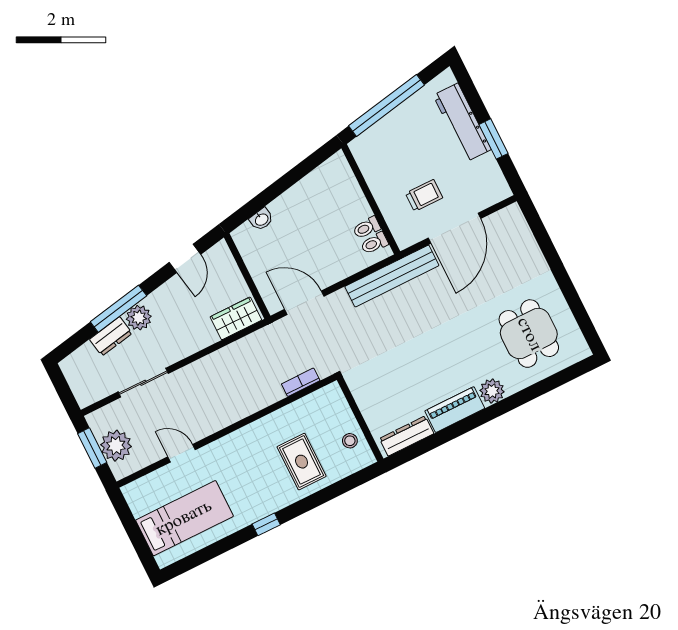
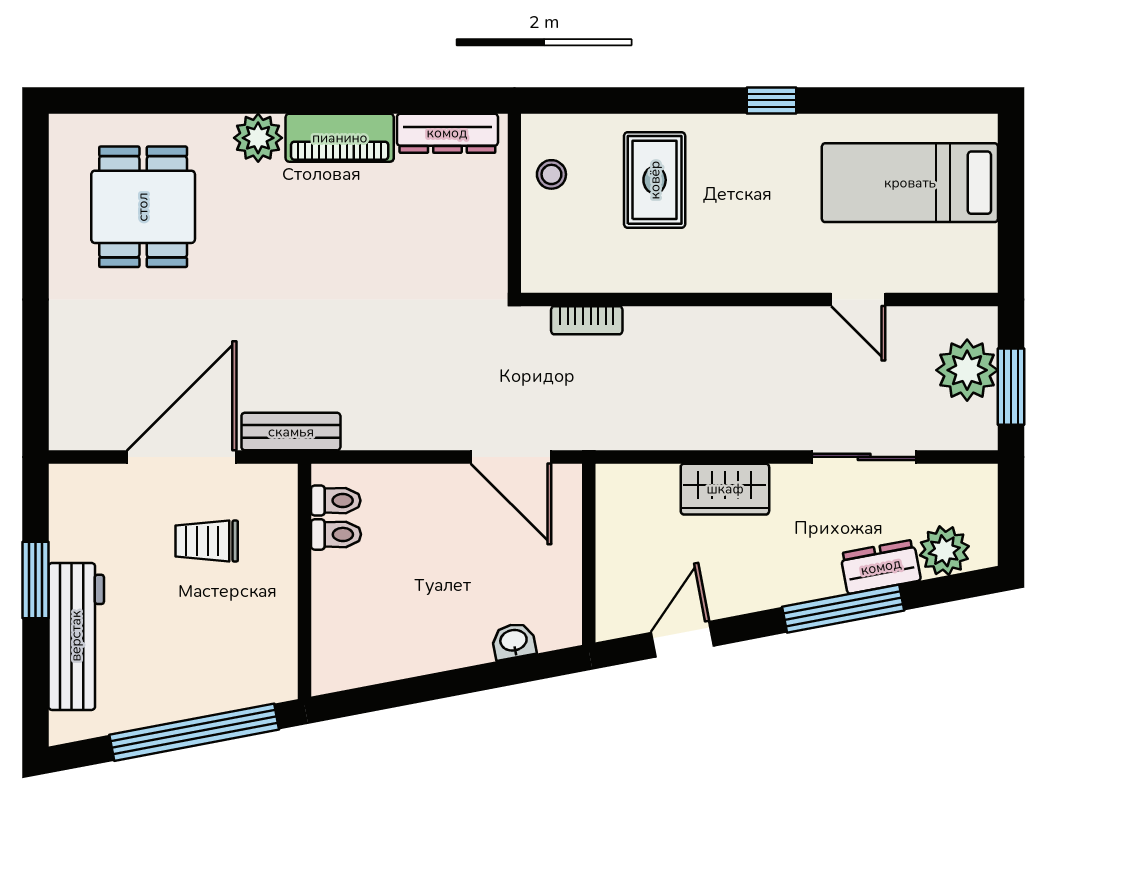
bench: (392, 276) -> (291, 432), width x0.54, depth x0.82
plant: (139, 318) -> (944, 551), moved
wardrobe: (236, 318) -> (725, 489), moved

